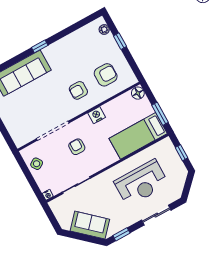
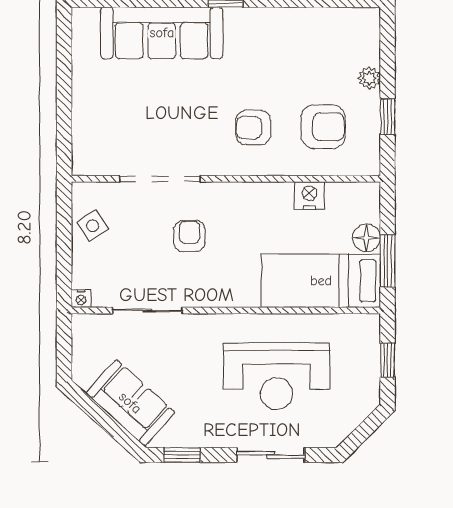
plant: (104, 29) -> (369, 78), moved
window: (120, 41) -> (388, 117), moved
floor lamp: (138, 93) -> (366, 238), moved
nightstand: (97, 115) -> (309, 196), moved

